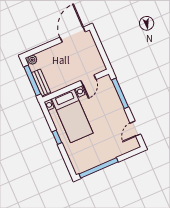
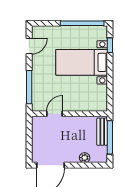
plant: (32, 60) -> (85, 158), moved
bed with nightstands: (72, 116) -> (82, 62), moved, turned -90
window: (57, 137) -> (110, 45), moved

